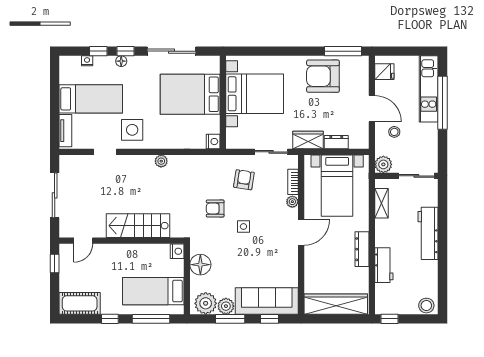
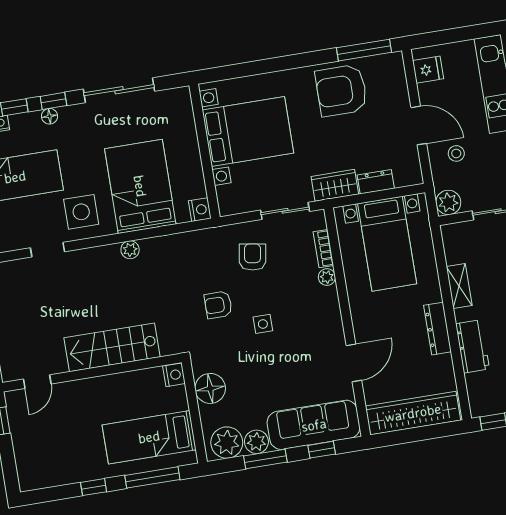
bed: (190, 94) -> (140, 186), moved, turned 90
shelving: (381, 203) -> (459, 286), moved
door: (301, 232) -> (354, 363), moved
cot: (80, 303) -> (47, 472), removed

